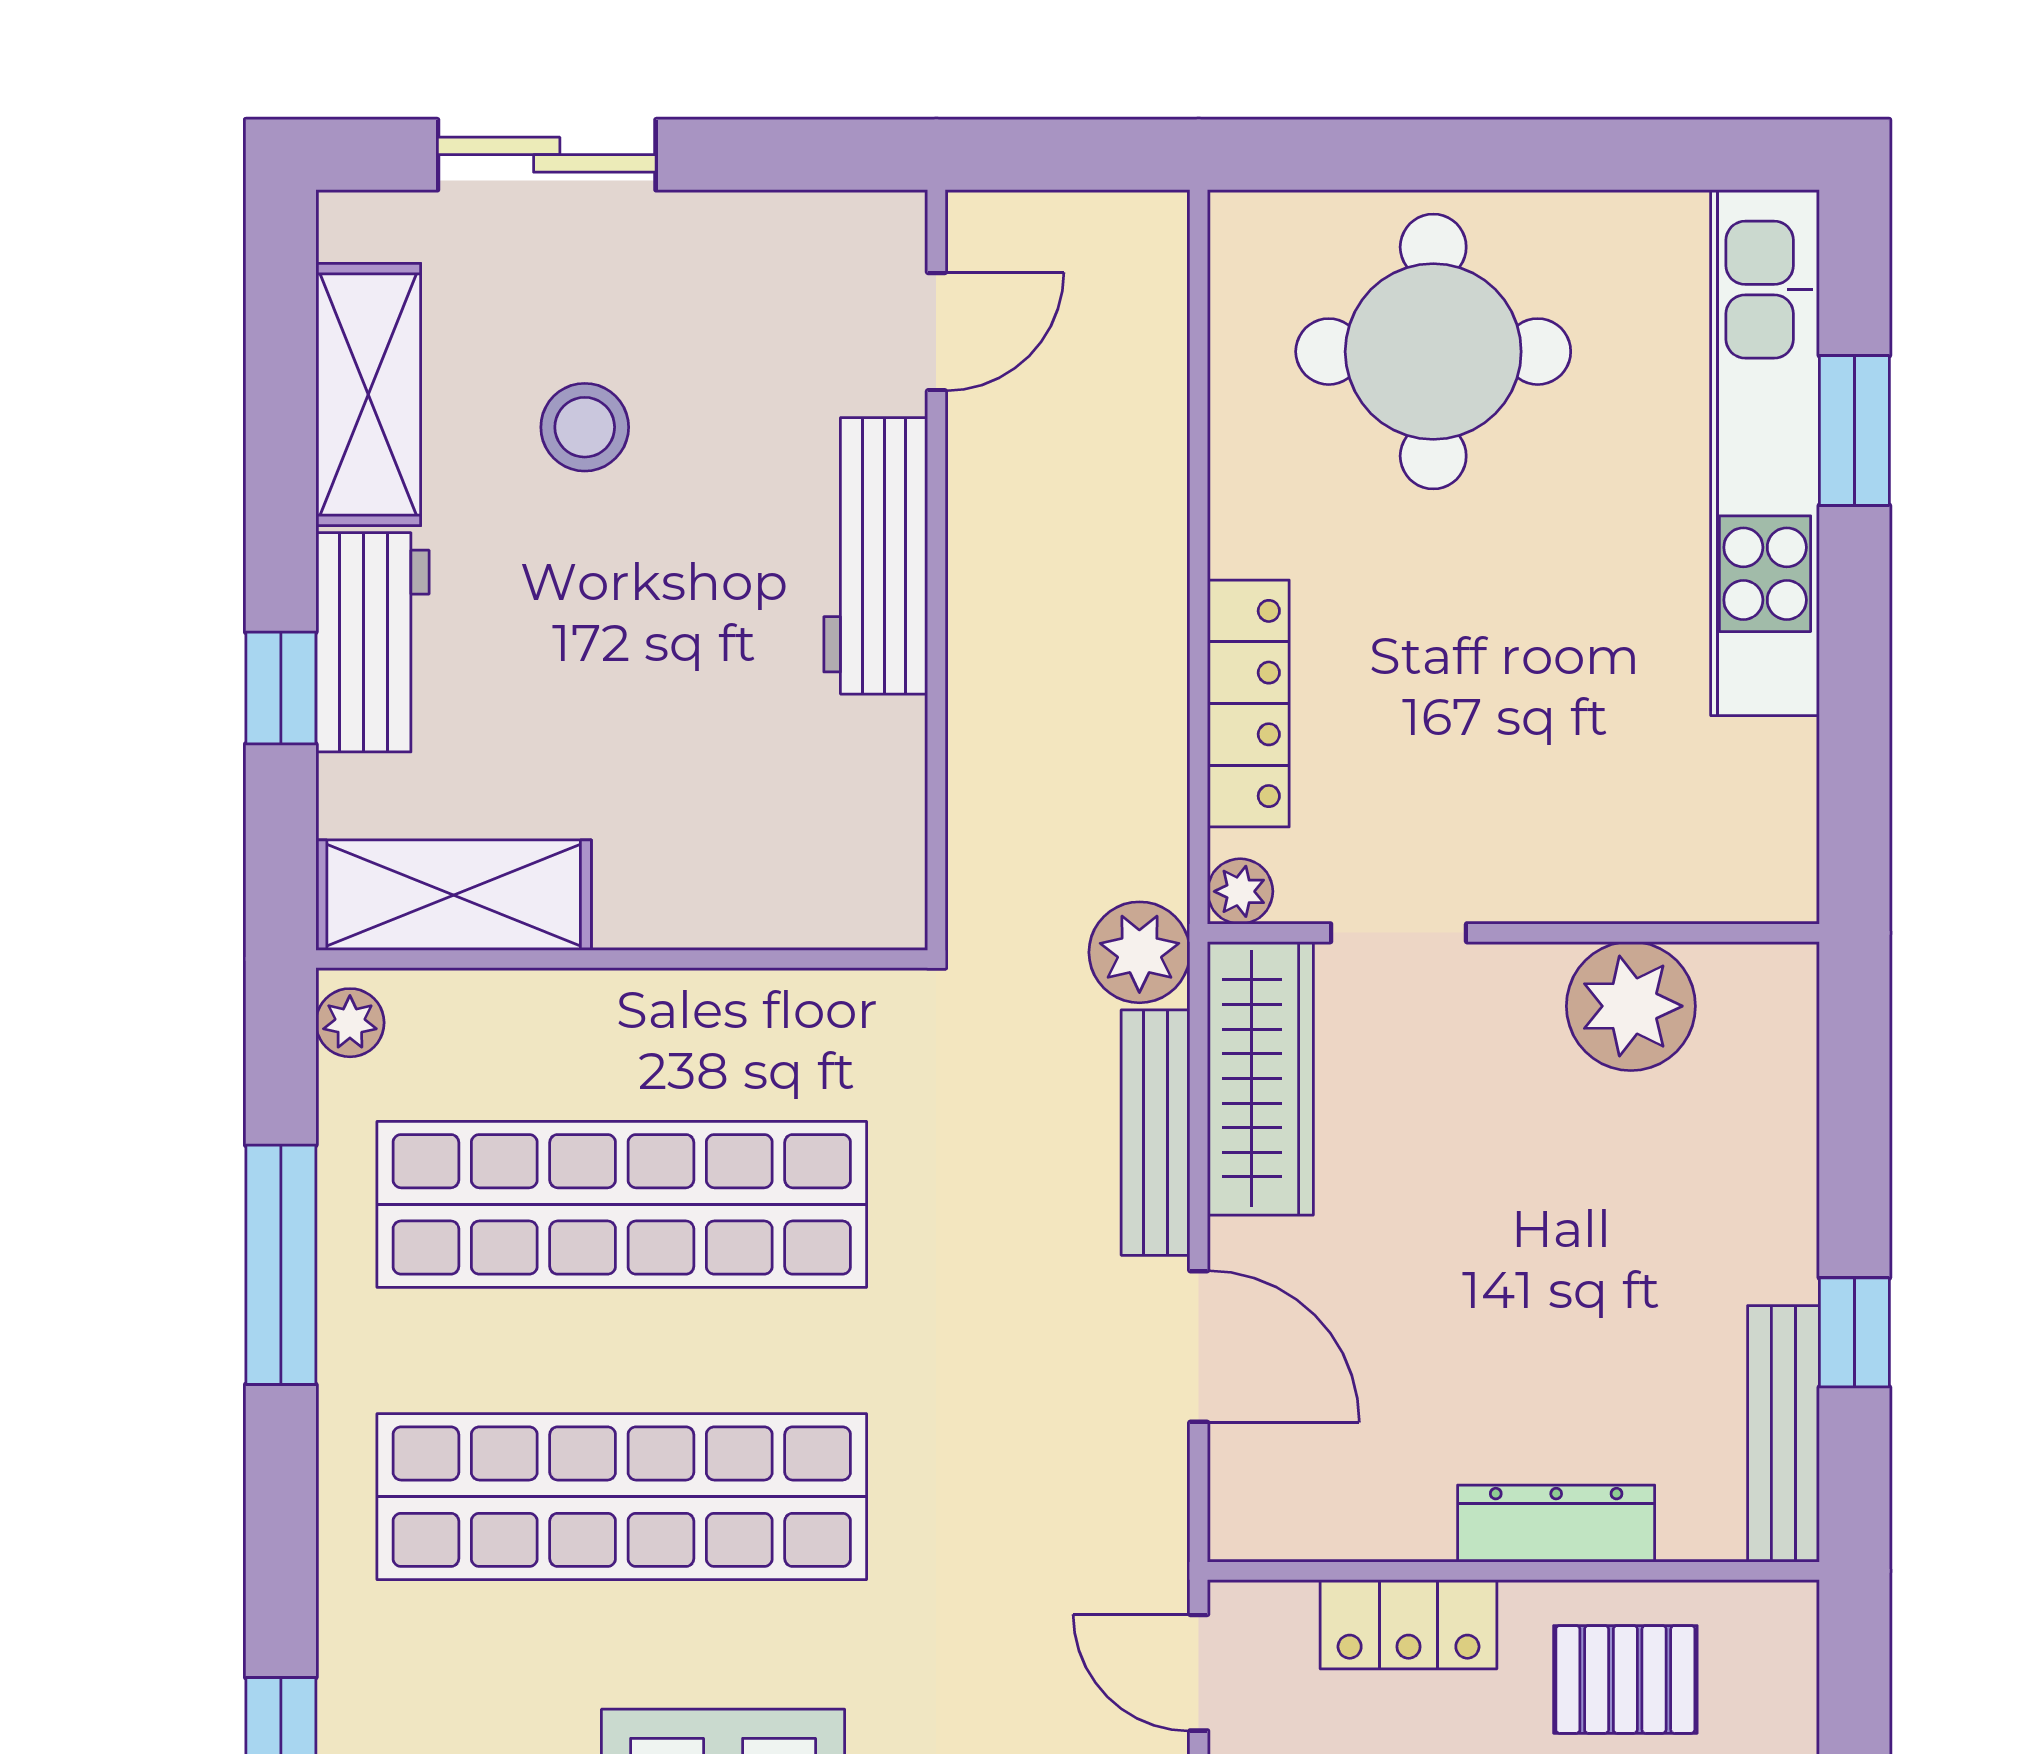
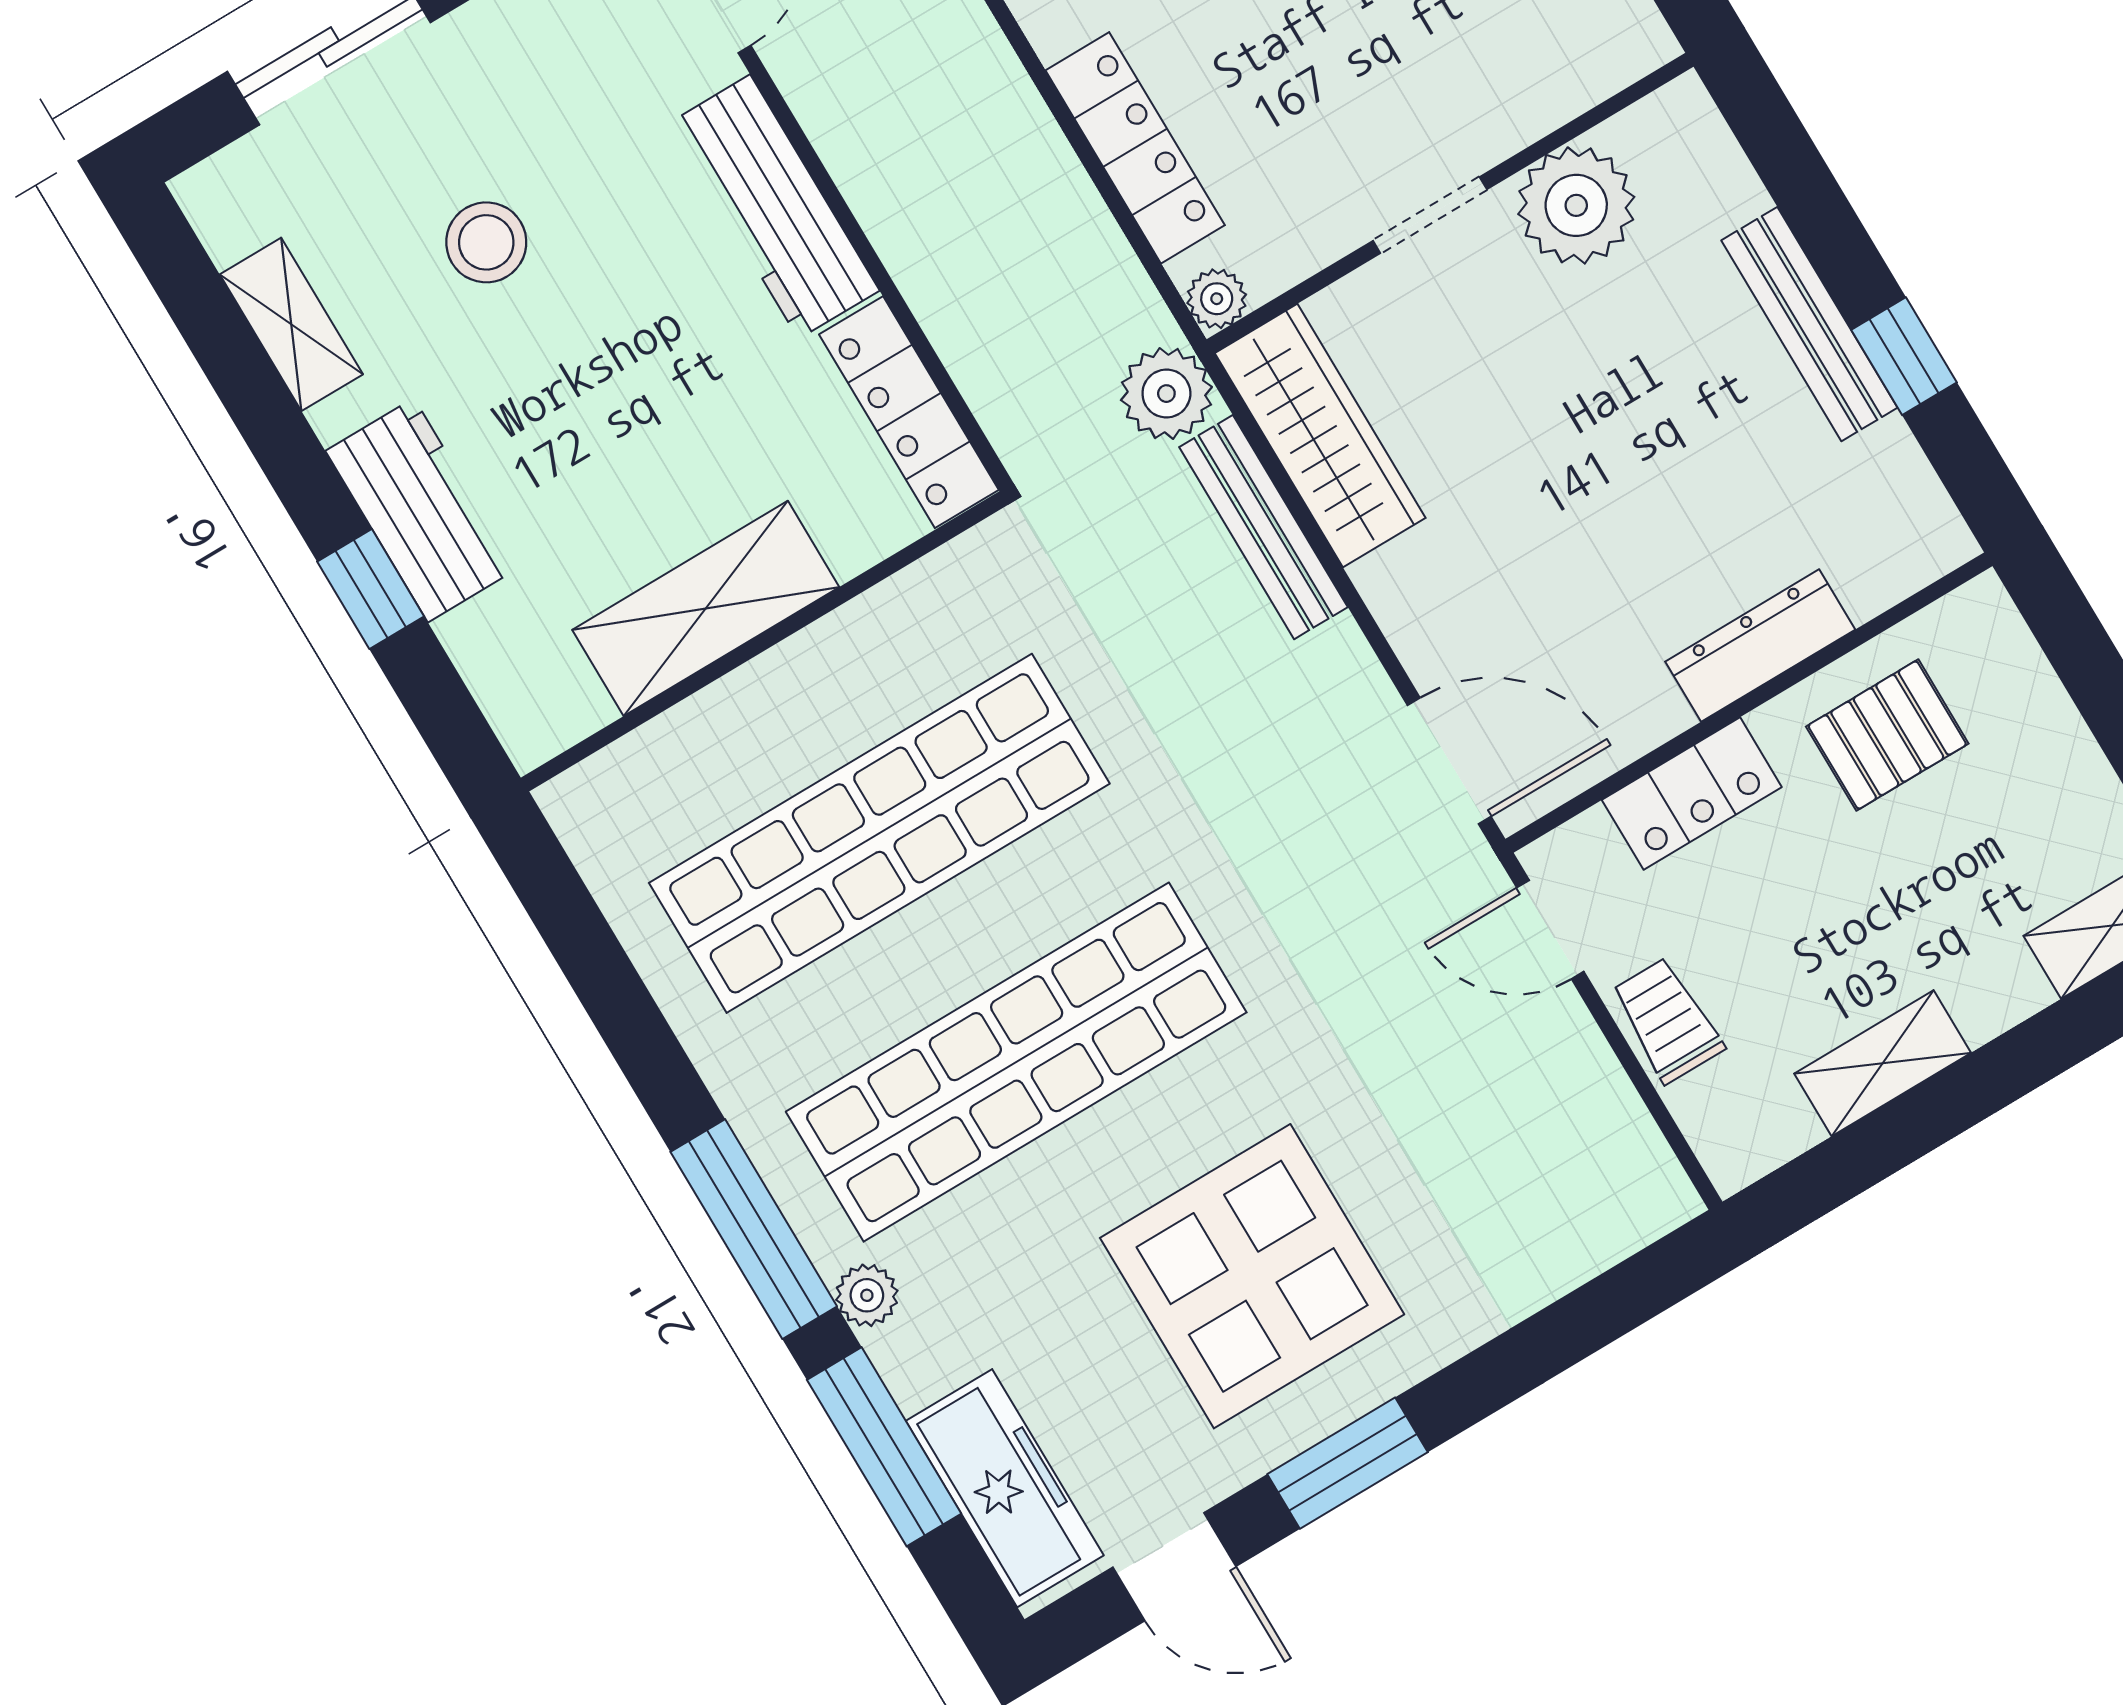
shelving: (368, 395) -> (291, 324), width x0.67, depth x0.75
locker: (887, 825) -> (909, 412), added
shelving: (454, 895) -> (706, 608), moved
doorway: (1399, 933) -> (1430, 215), moved
plant: (350, 1023) -> (867, 1295), moved
window: (281, 1265) -> (754, 1229), moved
door: (1199, 1347) -> (1449, 761), moved
bench: (1783, 1434) -> (1809, 324), moved

